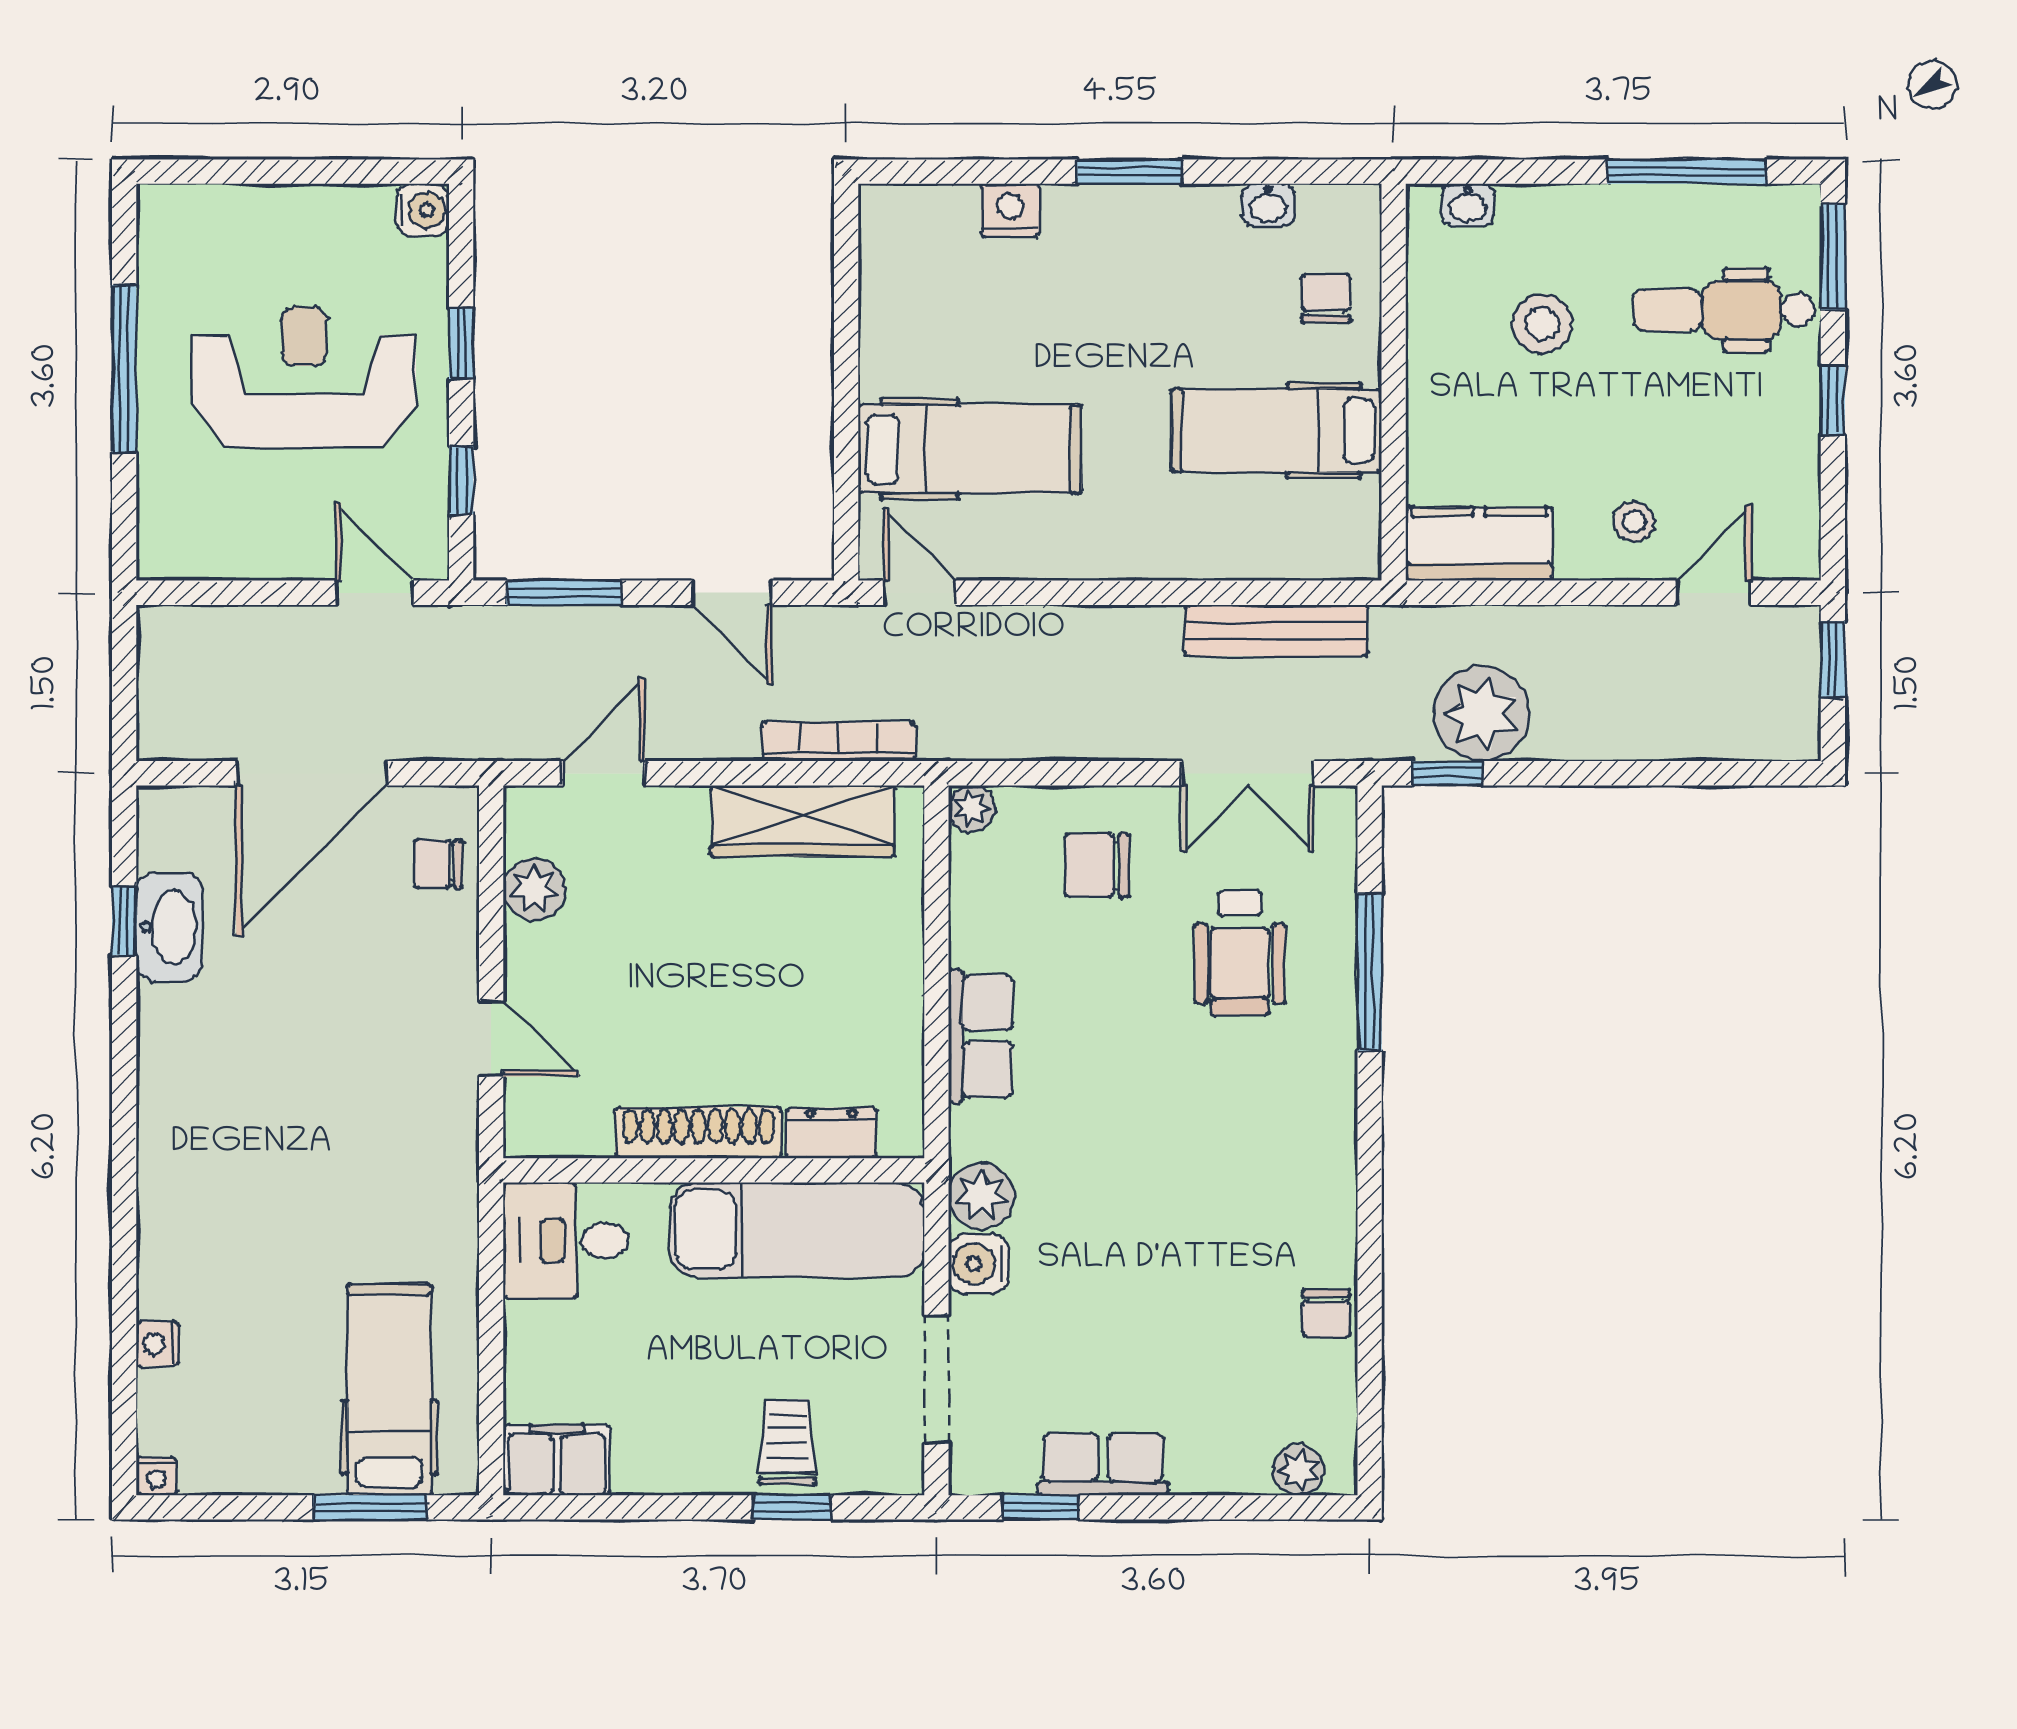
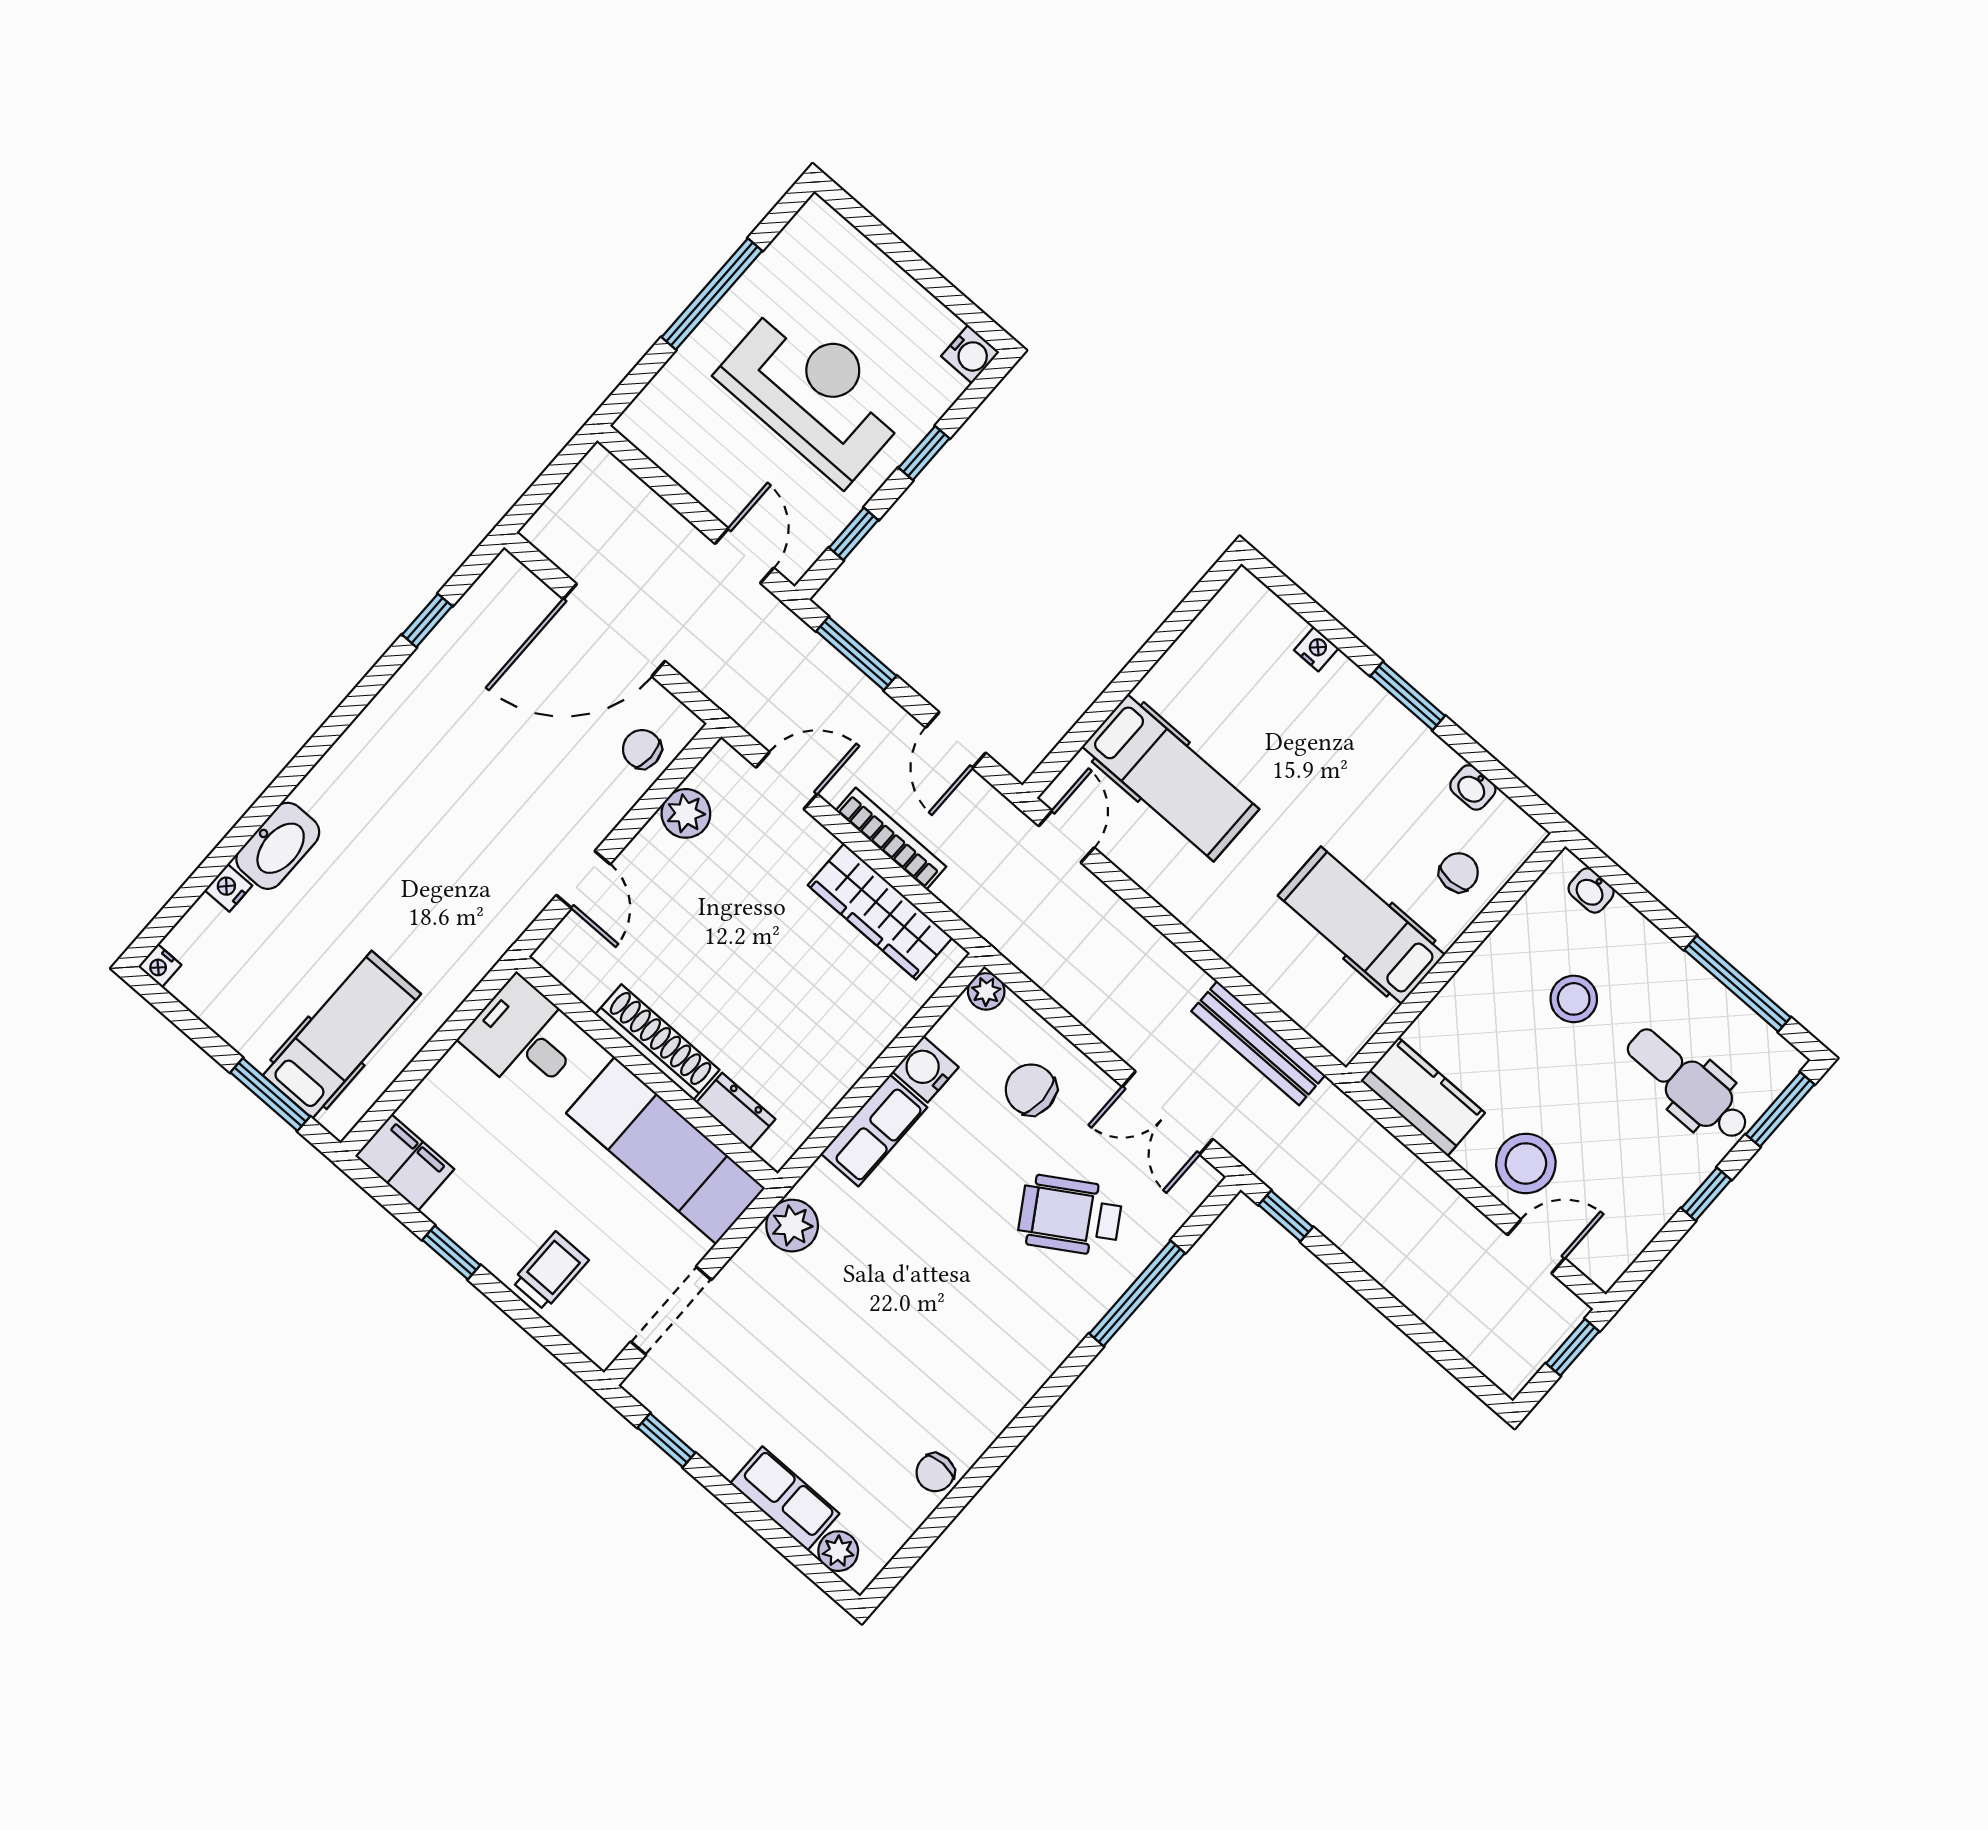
nightstand: (1010, 210) -> (1316, 649), width x0.72, depth x0.74
stool: (1634, 522) -> (1526, 1163), width x1.89, depth x1.89
plant: (1482, 713) -> (1337, 1198), removed
bookcase: (839, 742) -> (891, 839), moved
washbasin: (170, 927) -> (278, 846), moved
wheelchair: (1240, 953) -> (1070, 1215), turned 58
water cooler: (979, 1264) -> (925, 1069), moved
row of seats: (1103, 1464) -> (785, 1498), moved
window: (792, 1507) -> (451, 1253), moved

